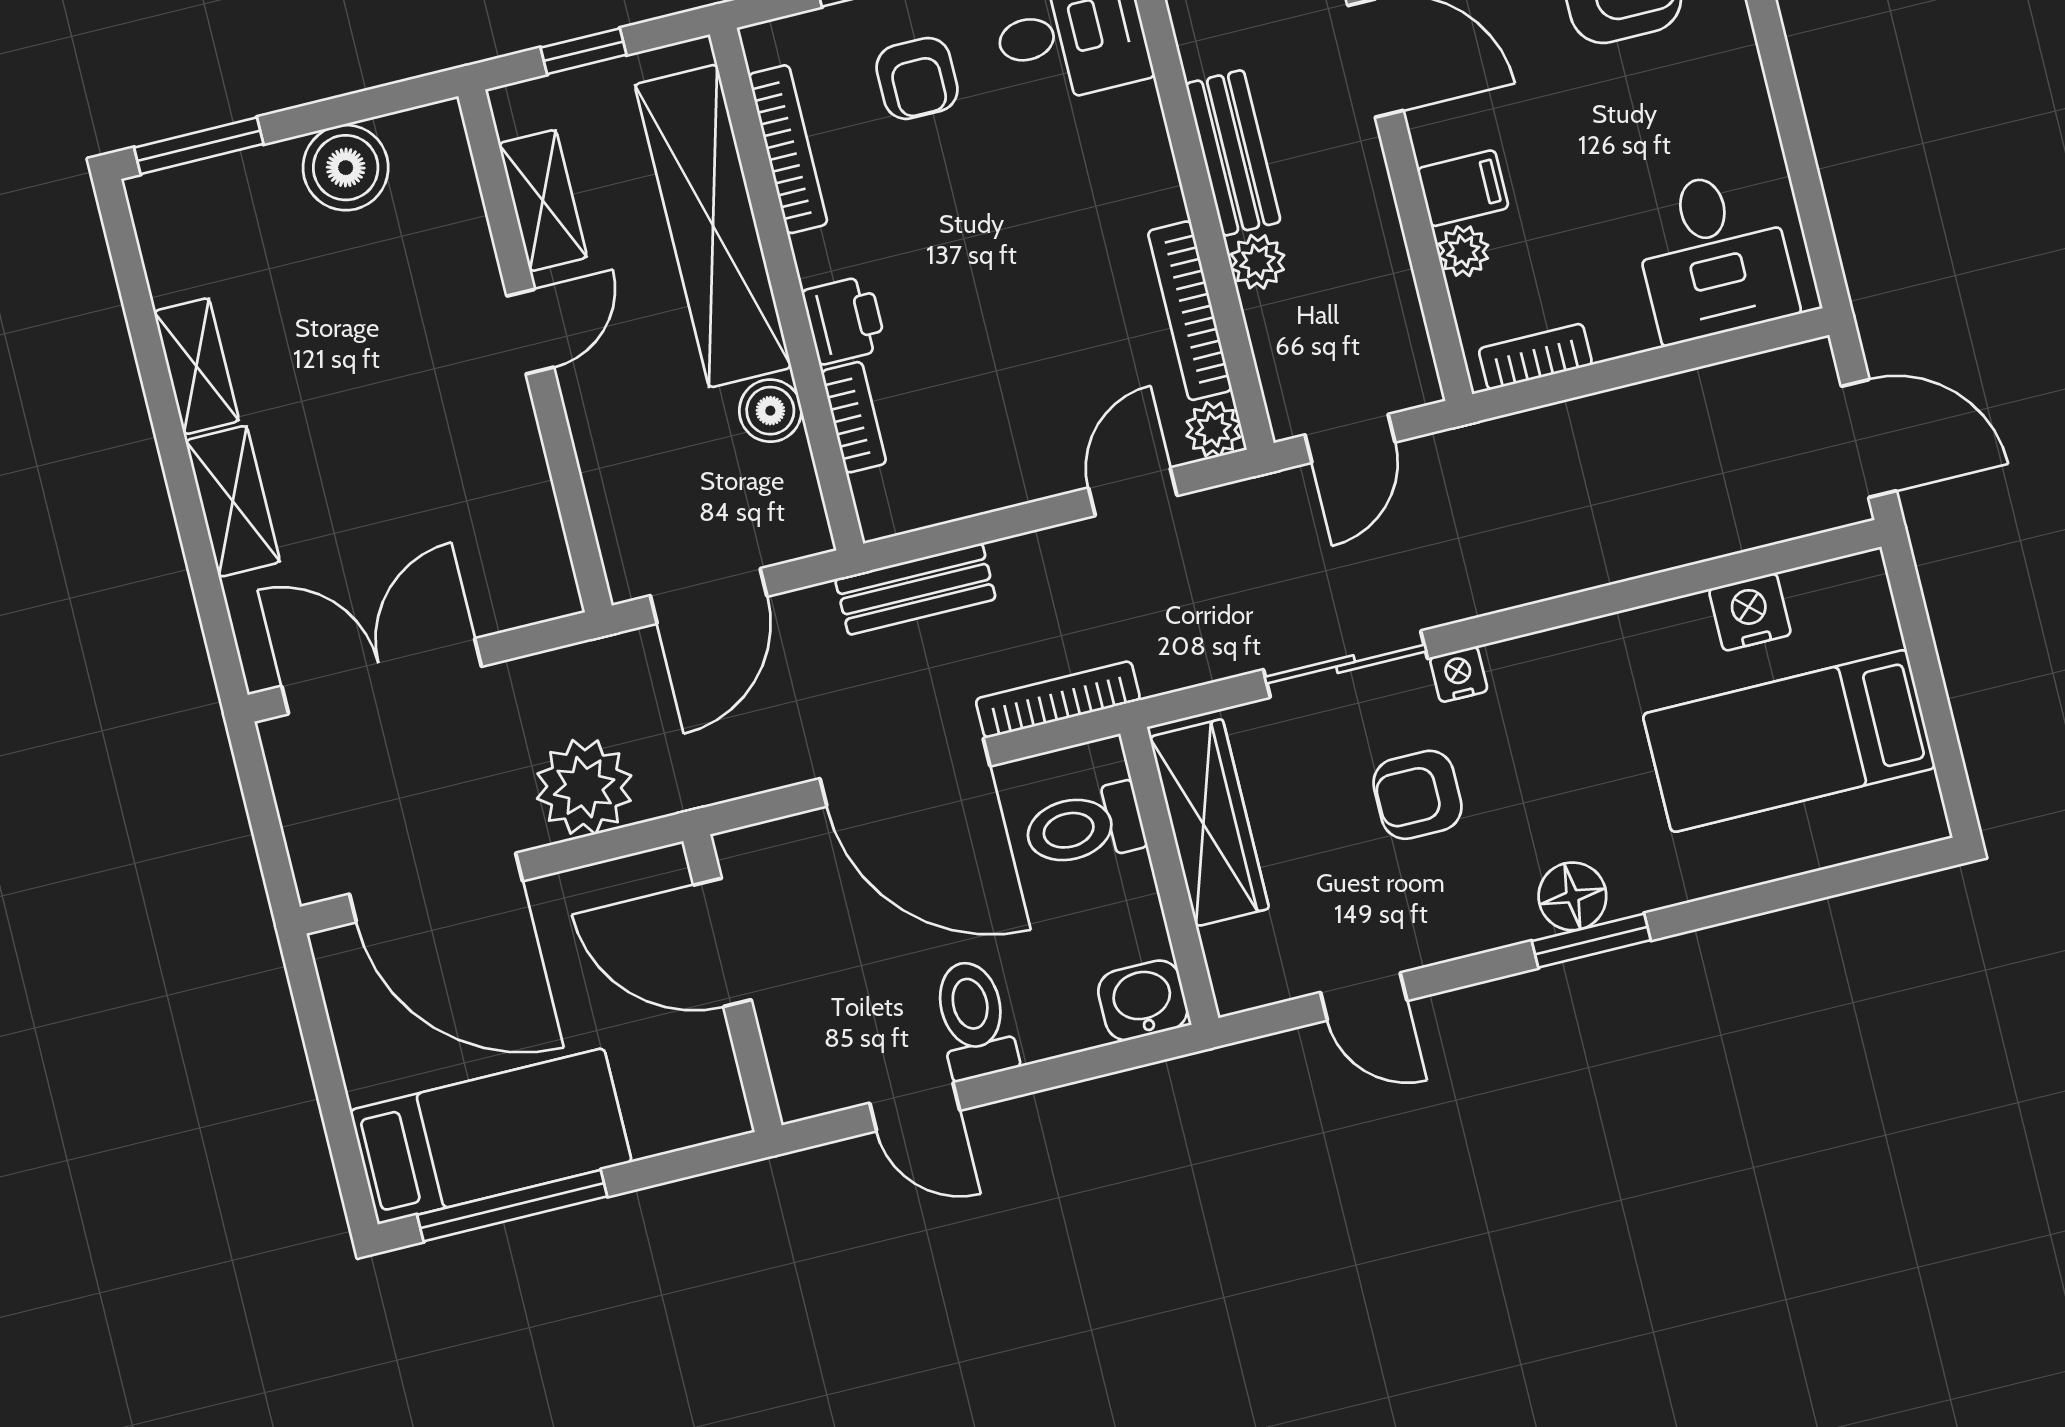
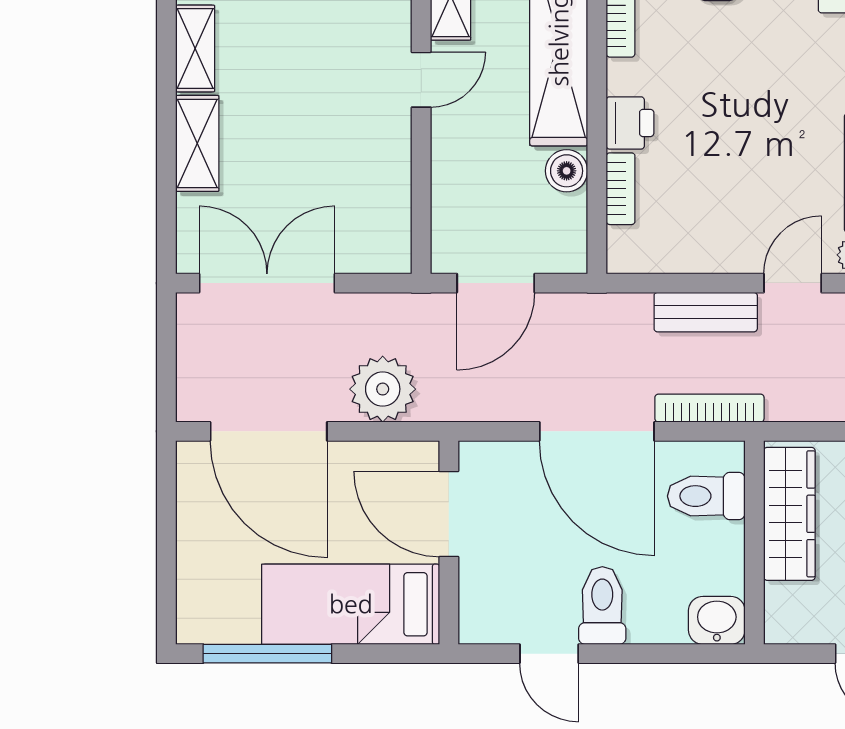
bench: (915, 589) -> (706, 312), moved
bed: (491, 1136) -> (351, 604), moved, turned 180

